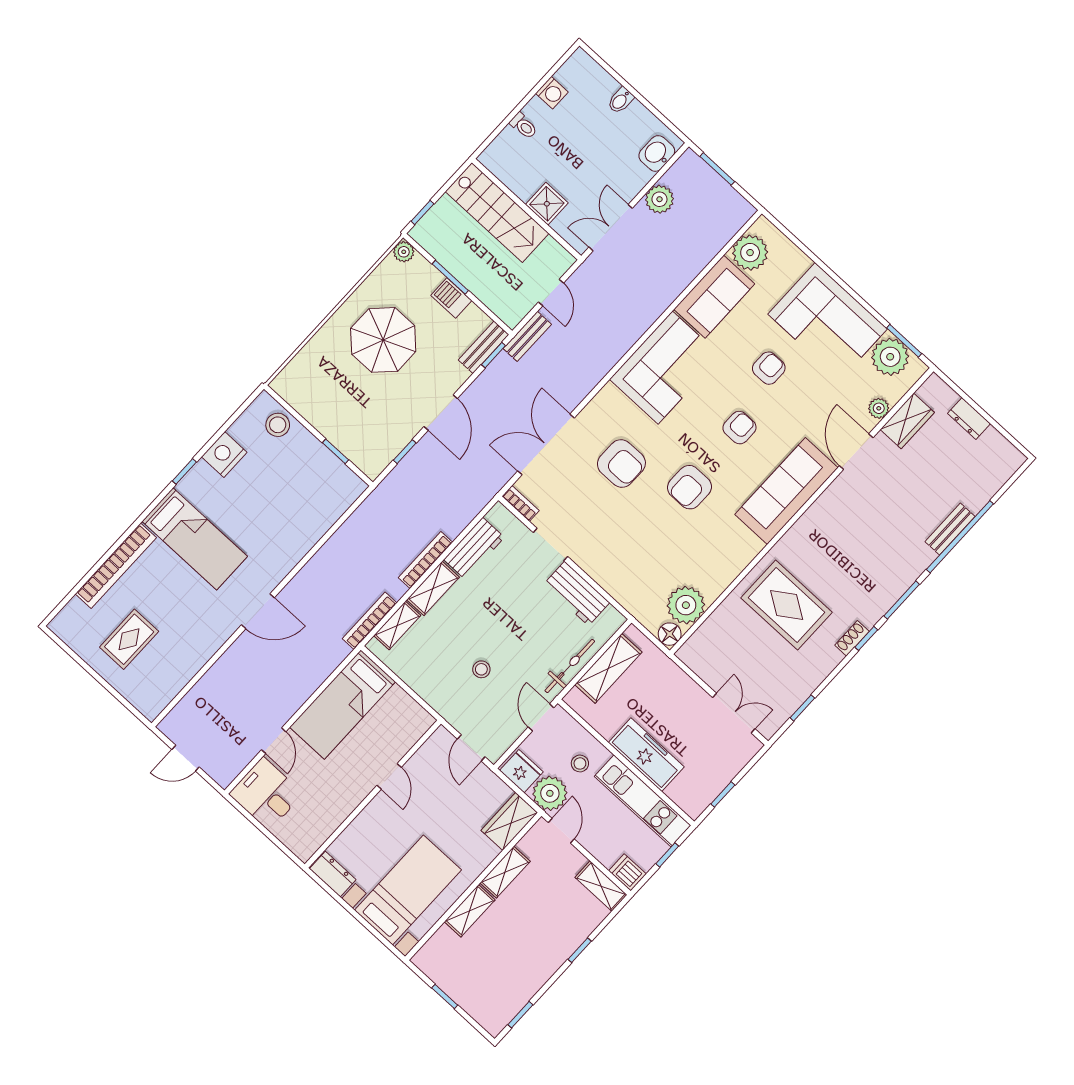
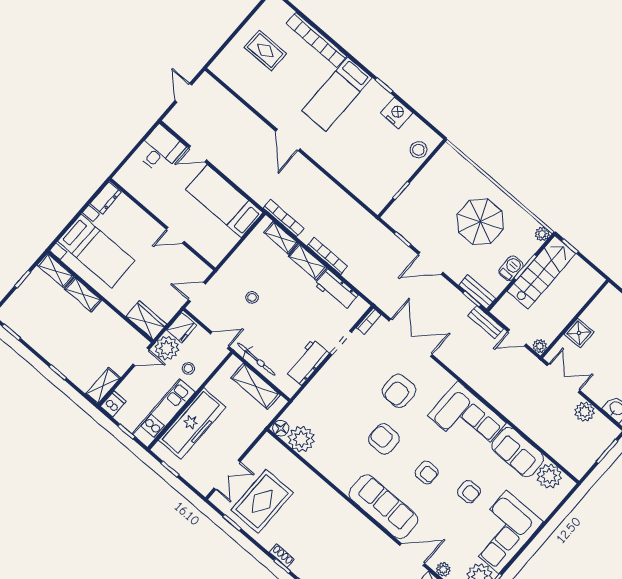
stairs: (497, 212) -> (541, 272), moved, turned 180
plant: (564, 260) -> (540, 346), added
rug: (787, 605) -> (262, 501), moved
freezer: (646, 755) -> (192, 424), width x1.36, depth x1.26
shelving: (505, 872) -> (55, 271), moved

